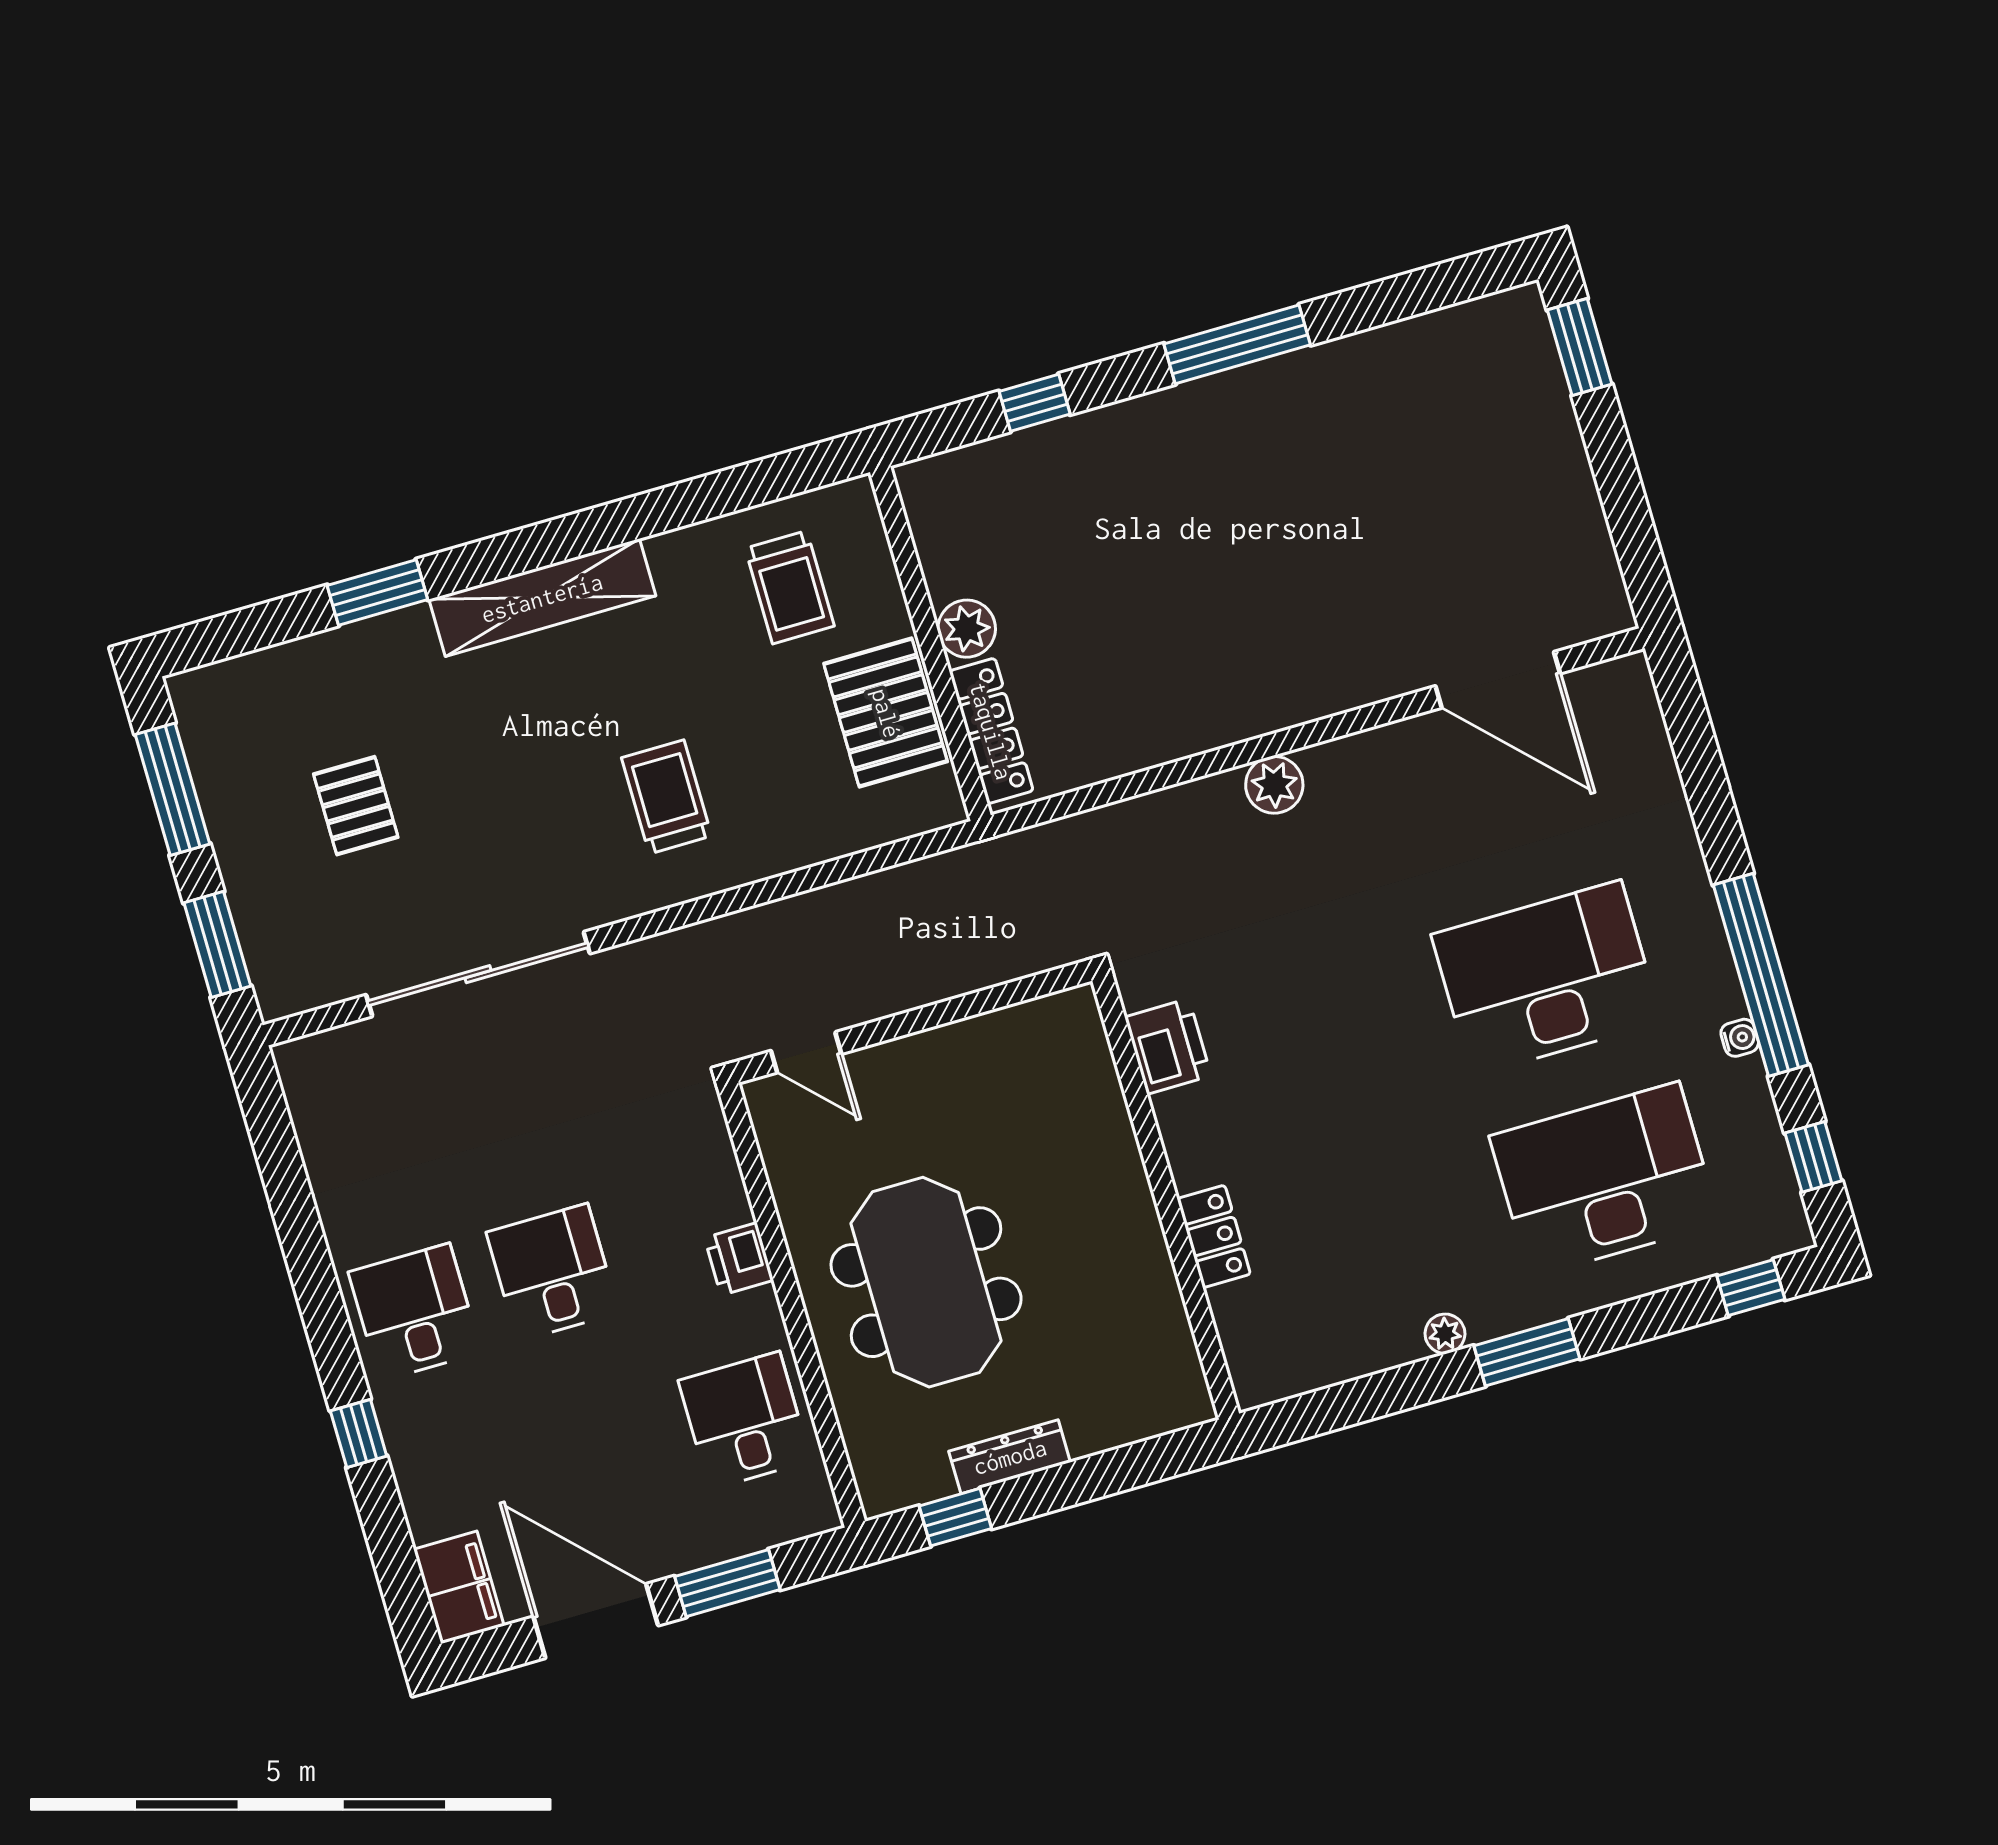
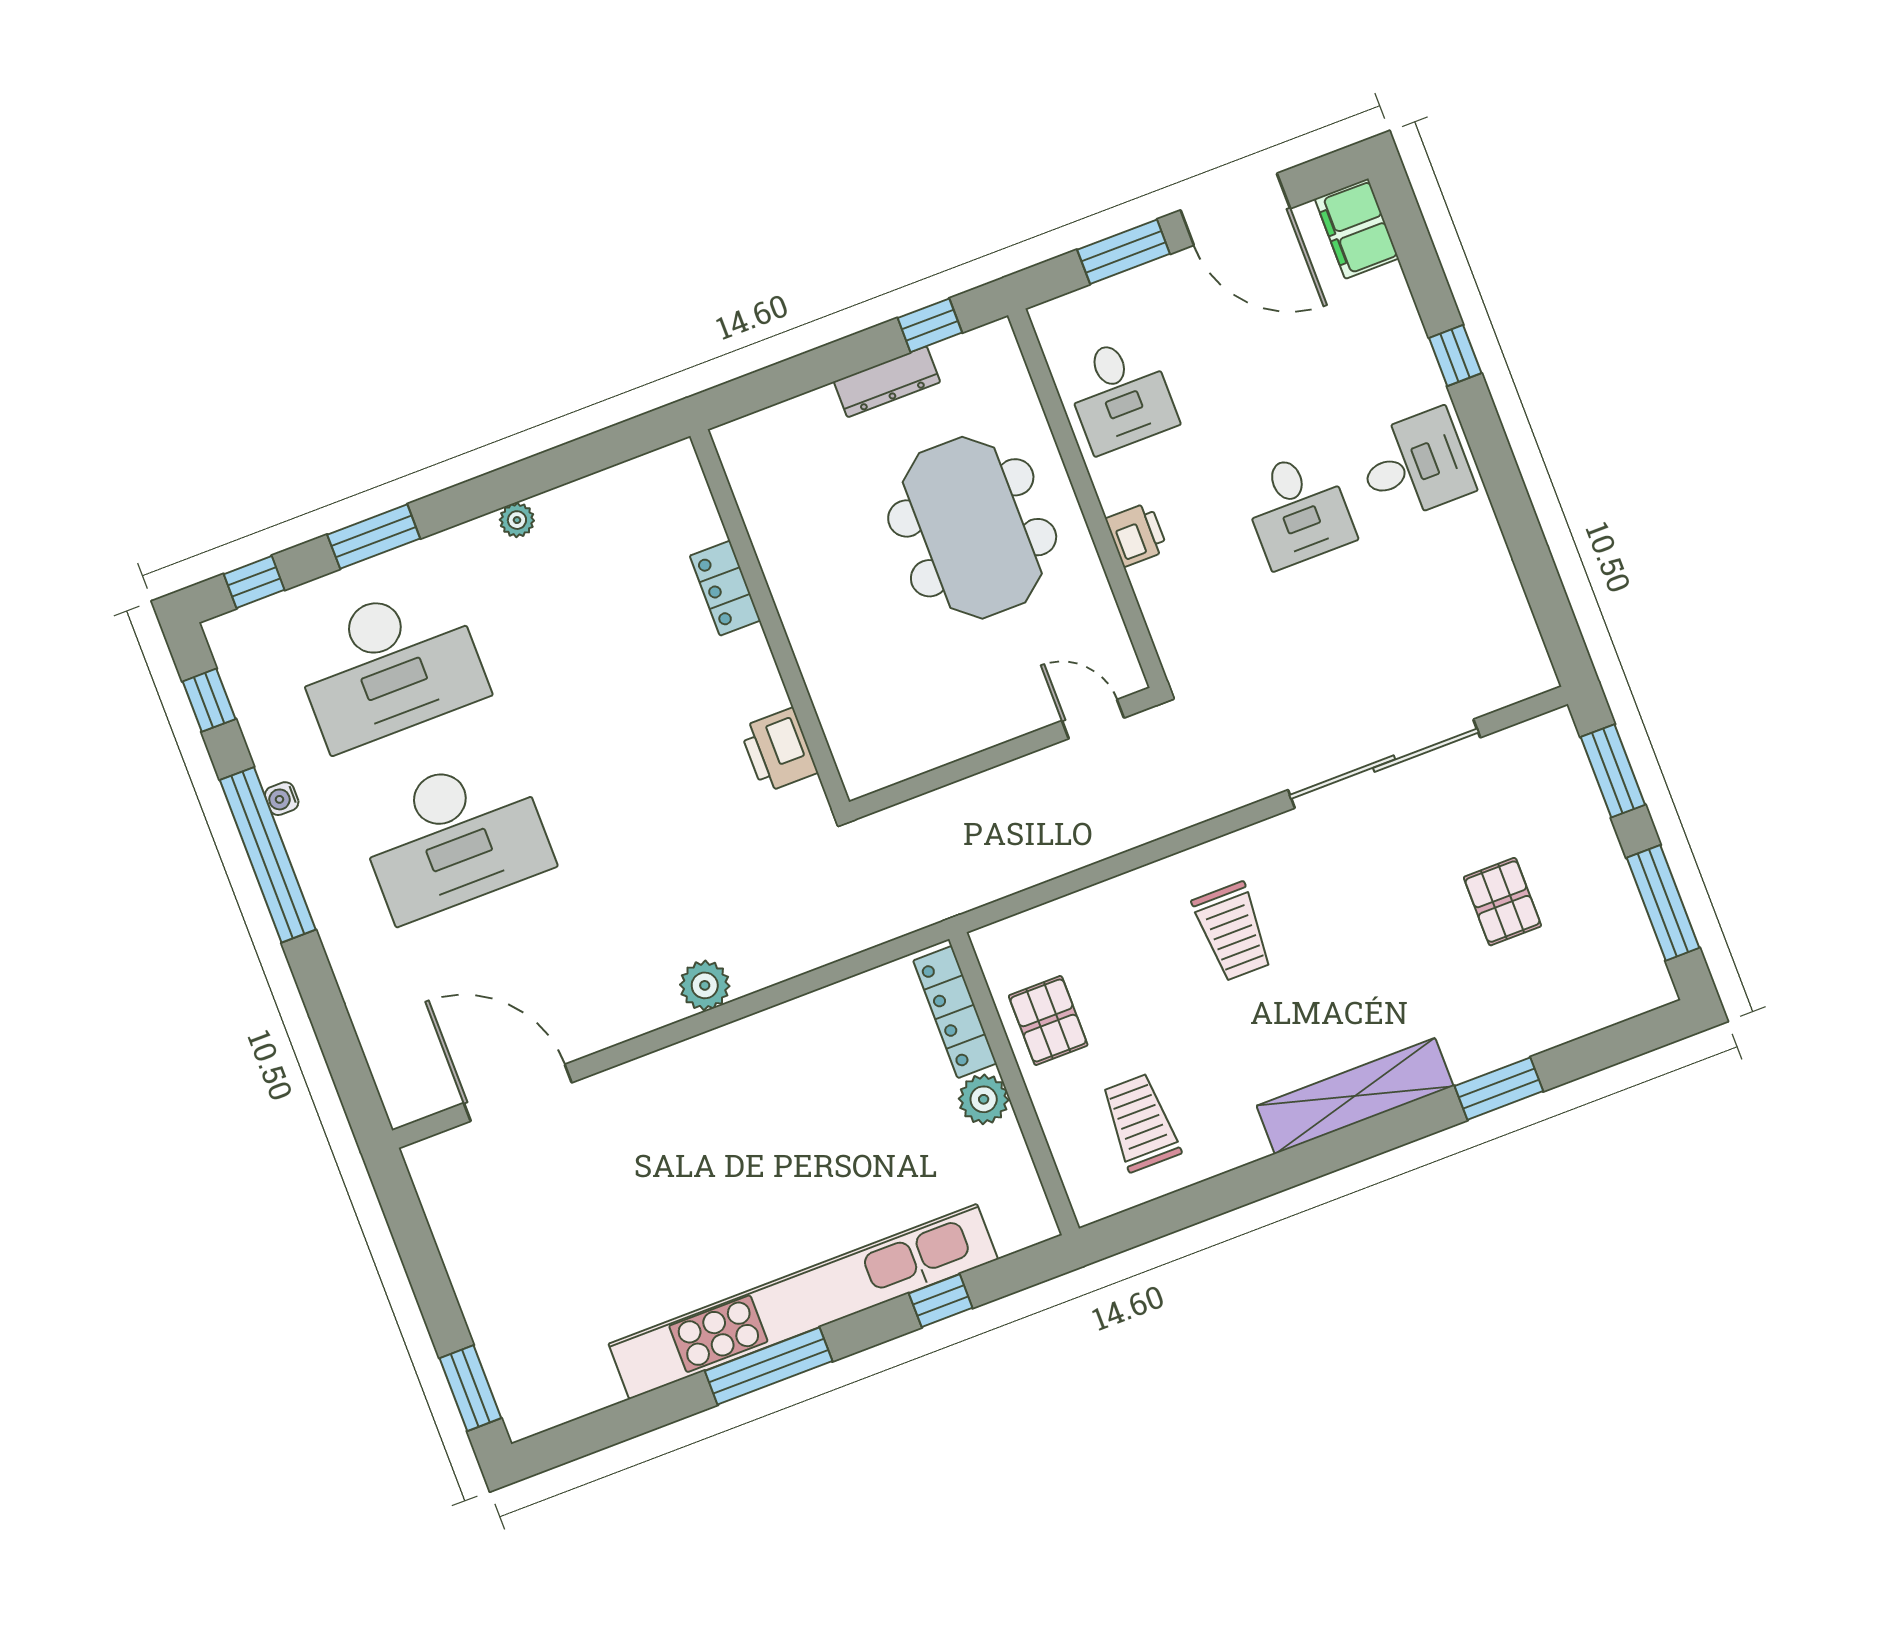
kitchen unit: (1192, 415) -> (803, 1301), added
pallet: (886, 713) -> (1048, 1020), width x0.67, depth x0.71
desk: (415, 1312) -> (1415, 465), turned -90
window: (1527, 1352) -> (374, 537), moved

